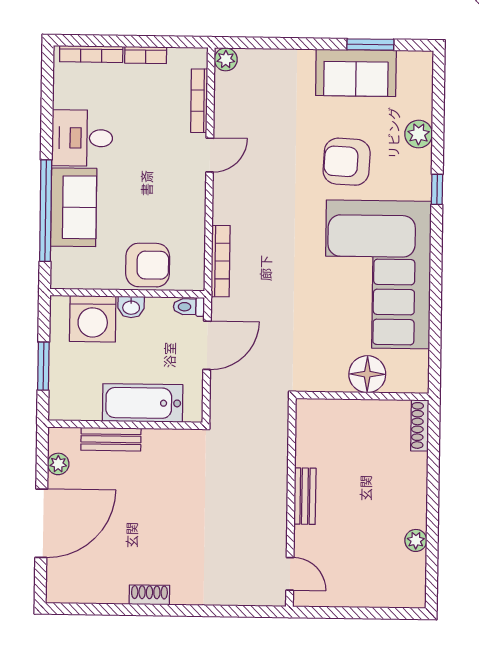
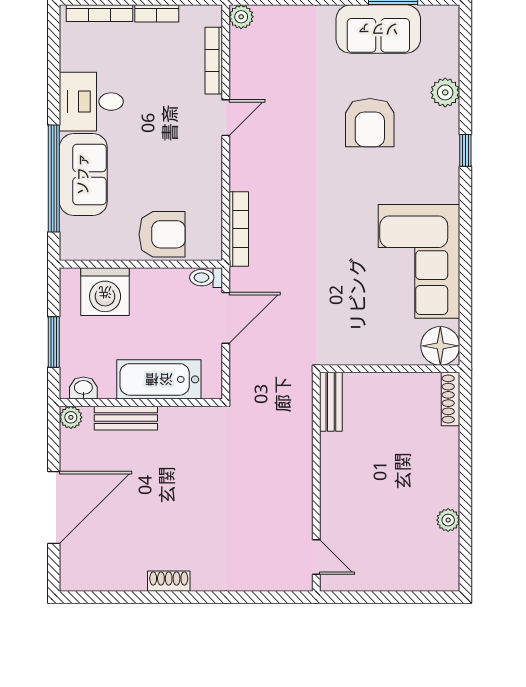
armchair: (347, 162) -> (370, 123), turned -93
corner sofa: (378, 274) -> (419, 261), width x0.73, depth x0.74
washbasin: (131, 307) -> (83, 388), moved, turned 180
floor lamp: (367, 374) -> (440, 346), moved
plant: (58, 464) -> (71, 417), moved
bench: (305, 496) -> (331, 402), moved

